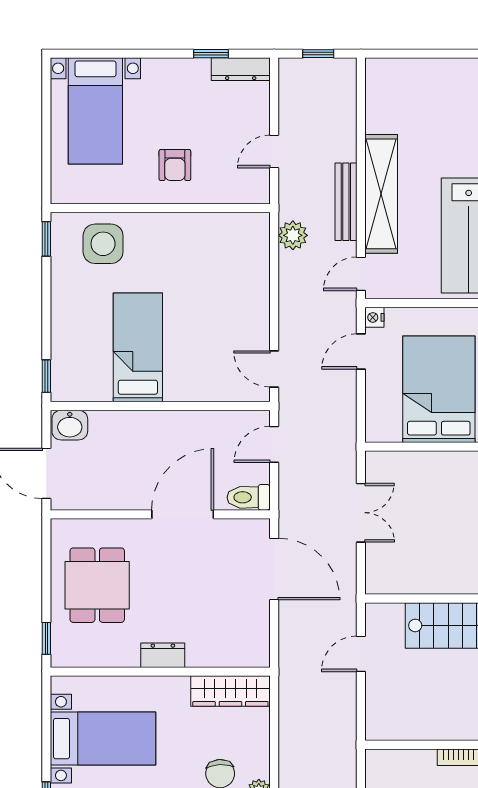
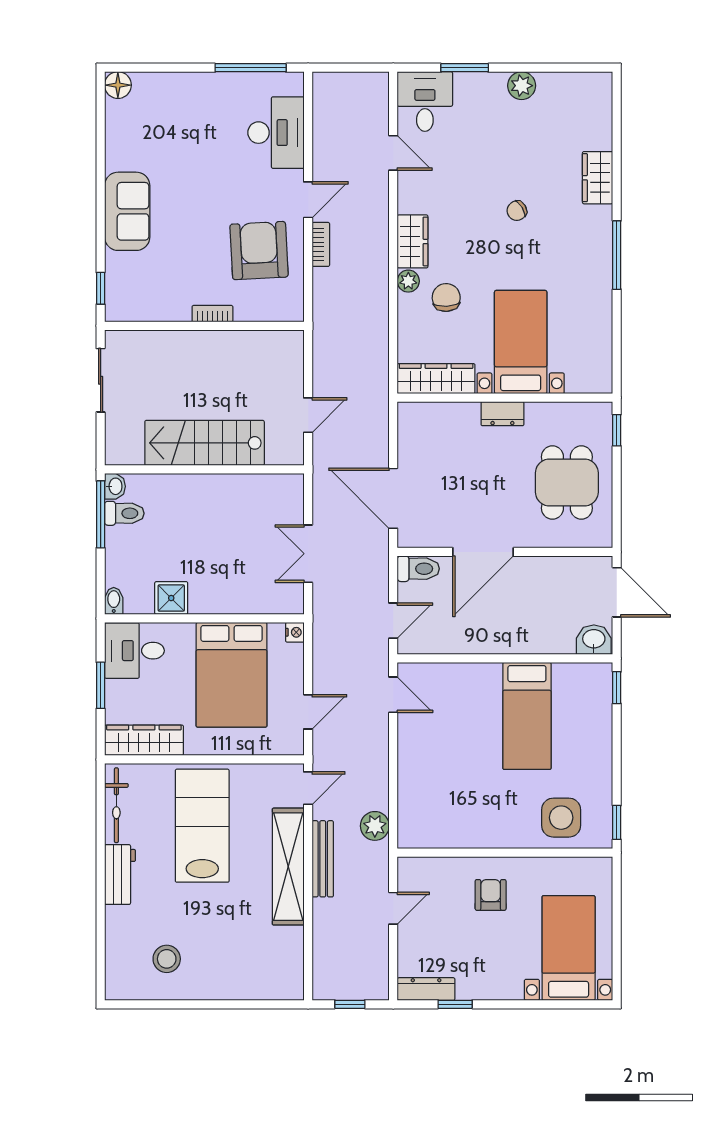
nightstand: (374, 317) -> (295, 632), moved
bed with nightstands: (103, 739) -> (521, 342), moved, turned 90

